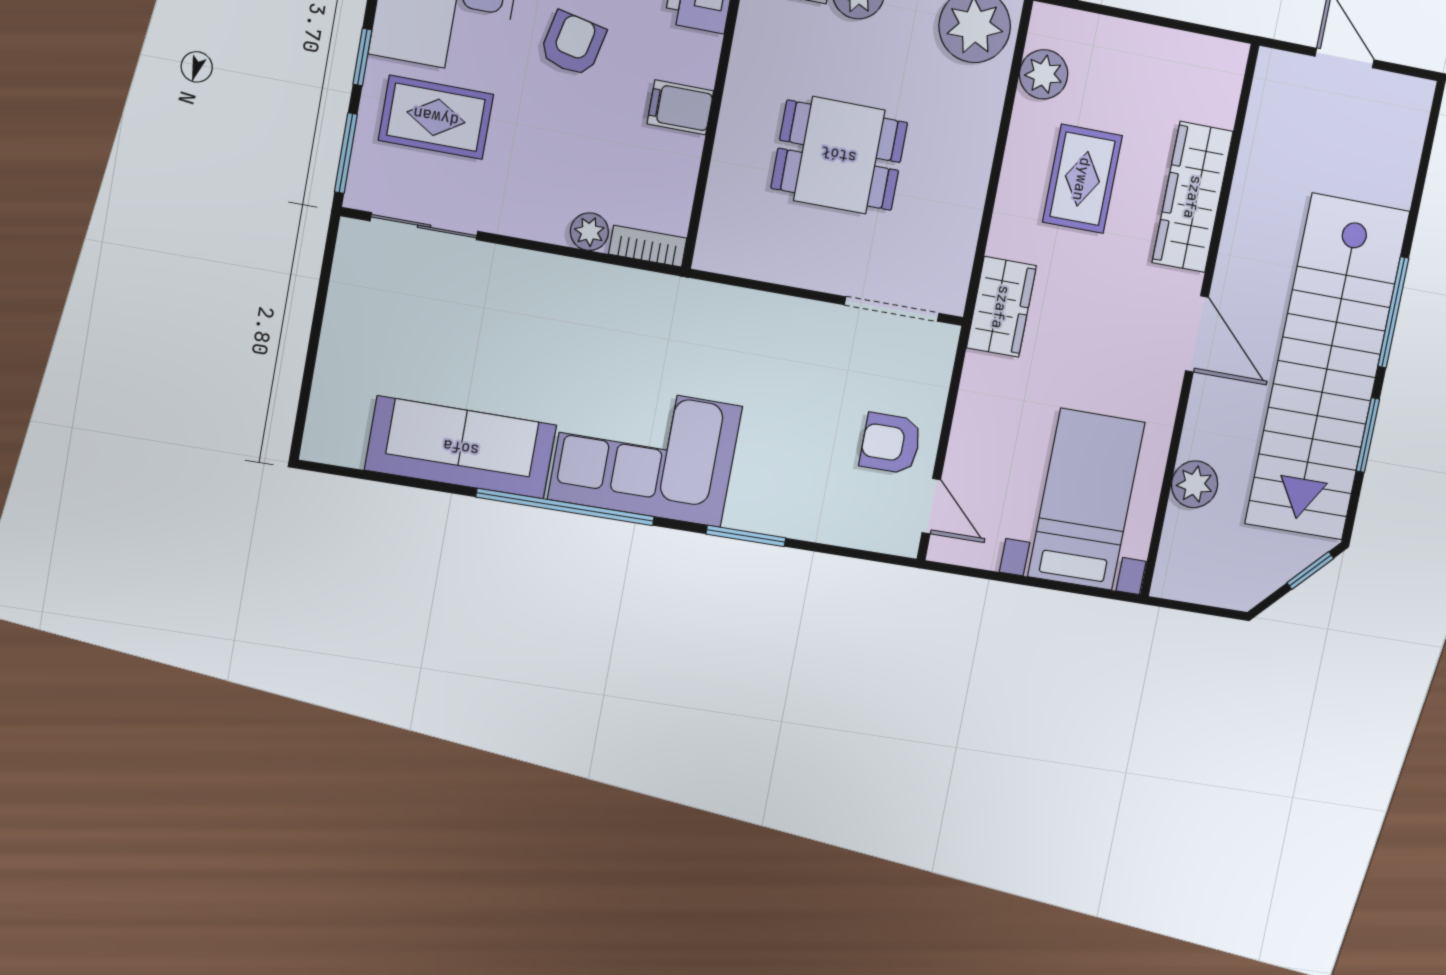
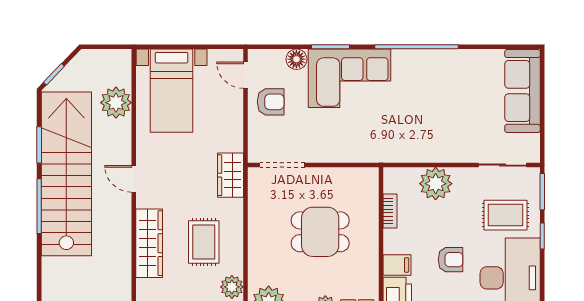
armchair: (573, 44) -> (451, 260), turned -102
filing cabinet: (680, 107) -> (397, 265), moved
plant: (589, 232) -> (436, 184), width x1.88, depth x1.88
bookcase: (648, 246) -> (390, 211), moved, turned -90
door: (1197, 334) -> (134, 179), width x0.73
sofa: (461, 448) -> (523, 91), moved, turned 90
corner sofa: (645, 453) -> (350, 78), moved
plant: (1195, 484) -> (116, 103), width x1.36, depth x1.36
floor lamp: (821, 522) -> (296, 59), added

